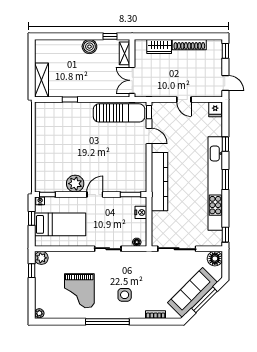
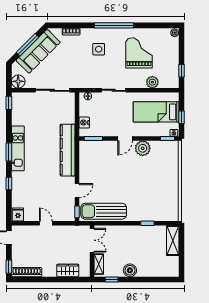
shoe rack: (189, 45) -> (27, 272), moved
door: (149, 136) -> (77, 191), swing flipped
kitchen unit: (215, 184) -> (18, 148), width x0.54
plant: (41, 258) -> (152, 82), moved

